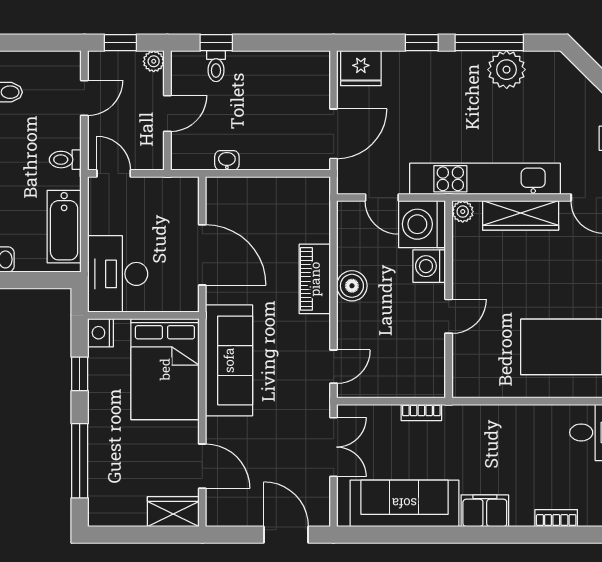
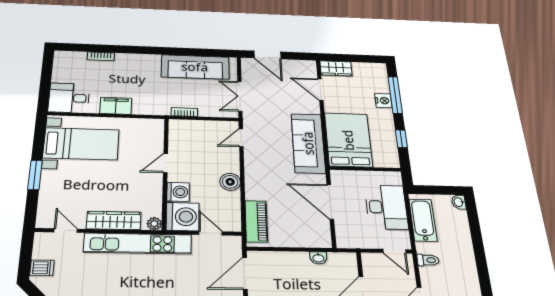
desk: (118, 274) -> (386, 207), moved
piano: (315, 279) -> (256, 221), moved
nightstand: (101, 333) -> (383, 101), moved
filing cabinet: (485, 511) -> (116, 106), moved, turned 180

